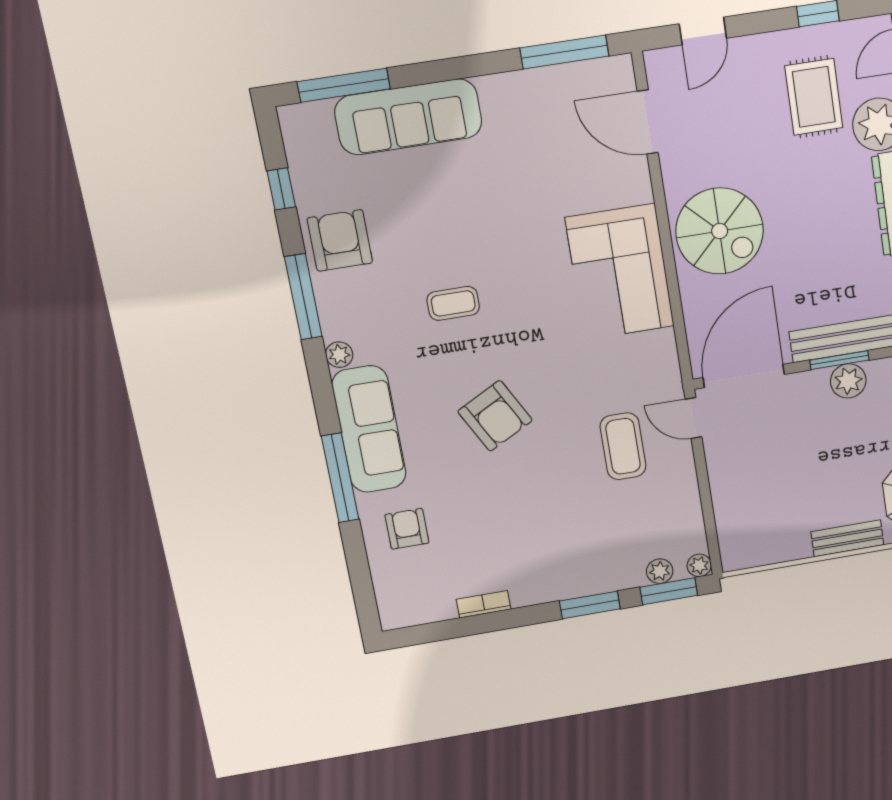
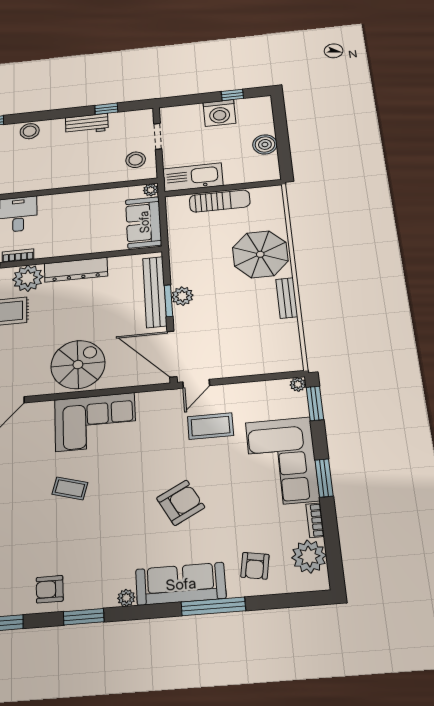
armchair: (340, 241) -> (50, 589), width x0.72, depth x0.72
window: (303, 297) -> (84, 617), width x0.69
coffee table: (453, 303) -> (70, 488), moved, turned -74
armchair: (407, 529) -> (255, 566), turned -80
corner sofa: (572, 553) -> (282, 461), added
plant: (660, 571) -> (309, 557), moved, width x1.87, depth x1.87
window: (590, 605) -> (324, 478), moved

